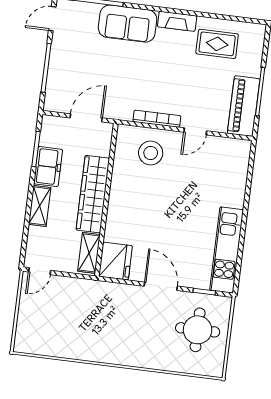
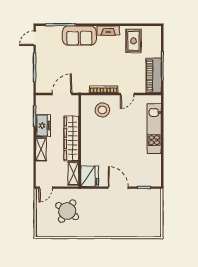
rug: (217, 44) -> (134, 41), turned 90
kitchen unit: (227, 250) -> (154, 129), moved
round table: (198, 330) -> (67, 211), moved, turned 34

